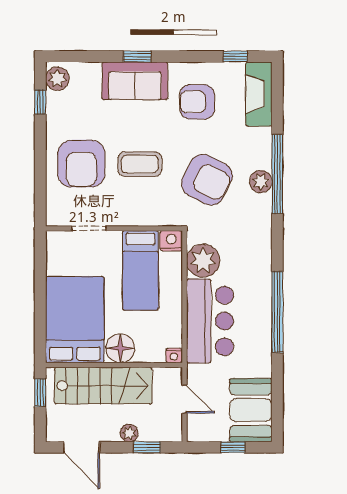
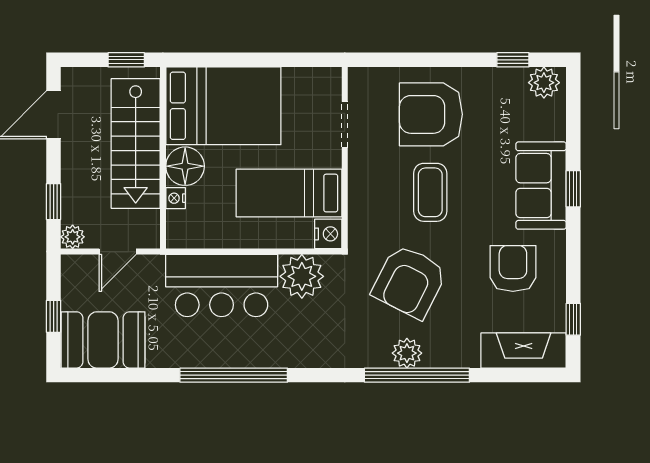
nightstand: (174, 356) -> (176, 198), moved
plant: (129, 433) -> (73, 237), moved

